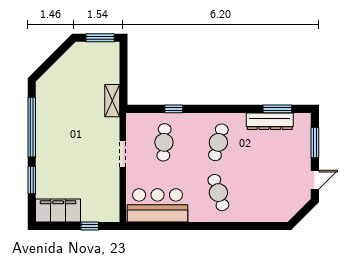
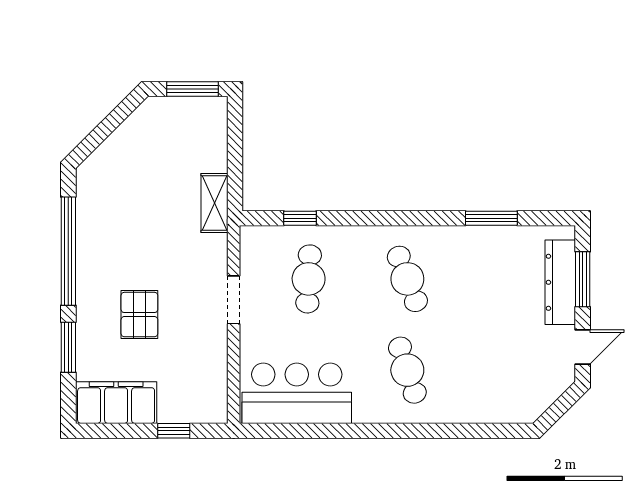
window: (174, 109) -> (300, 218), moved
window: (277, 109) -> (491, 218), moved
dresser: (270, 121) -> (560, 282), moved, turned 90
cafe table: (218, 142) -> (407, 279), turned -36
pallet: (71, 162) -> (139, 315), added

